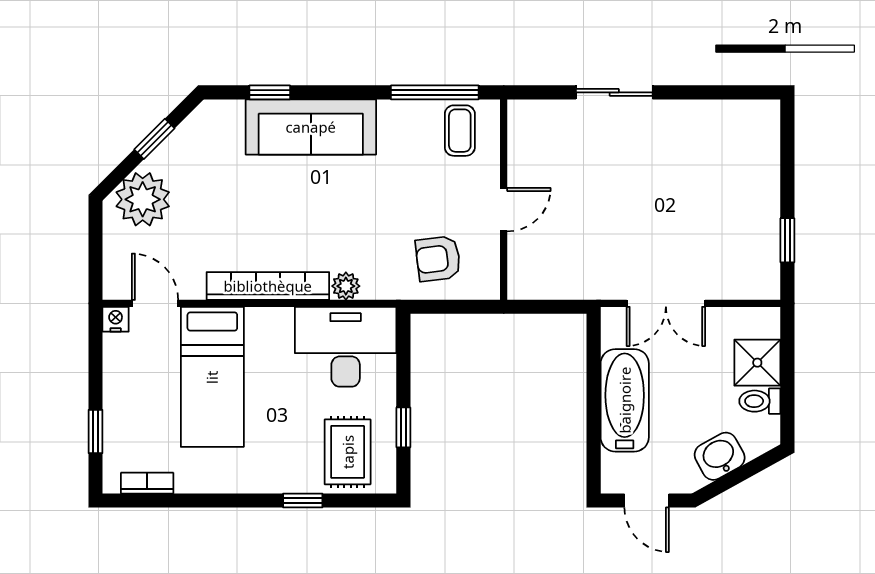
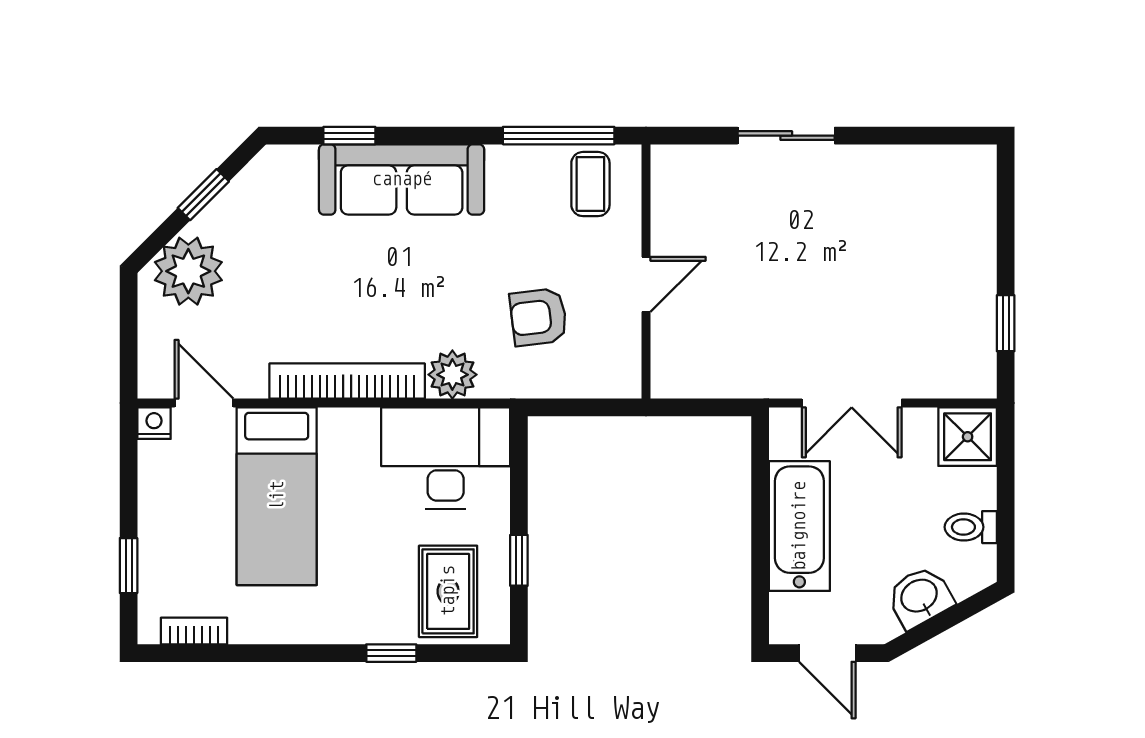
armchair: (438, 259) -> (538, 317), moved
plant: (346, 286) -> (452, 375), width x1.38, depth x1.38
shower: (757, 363) -> (968, 437), moved

